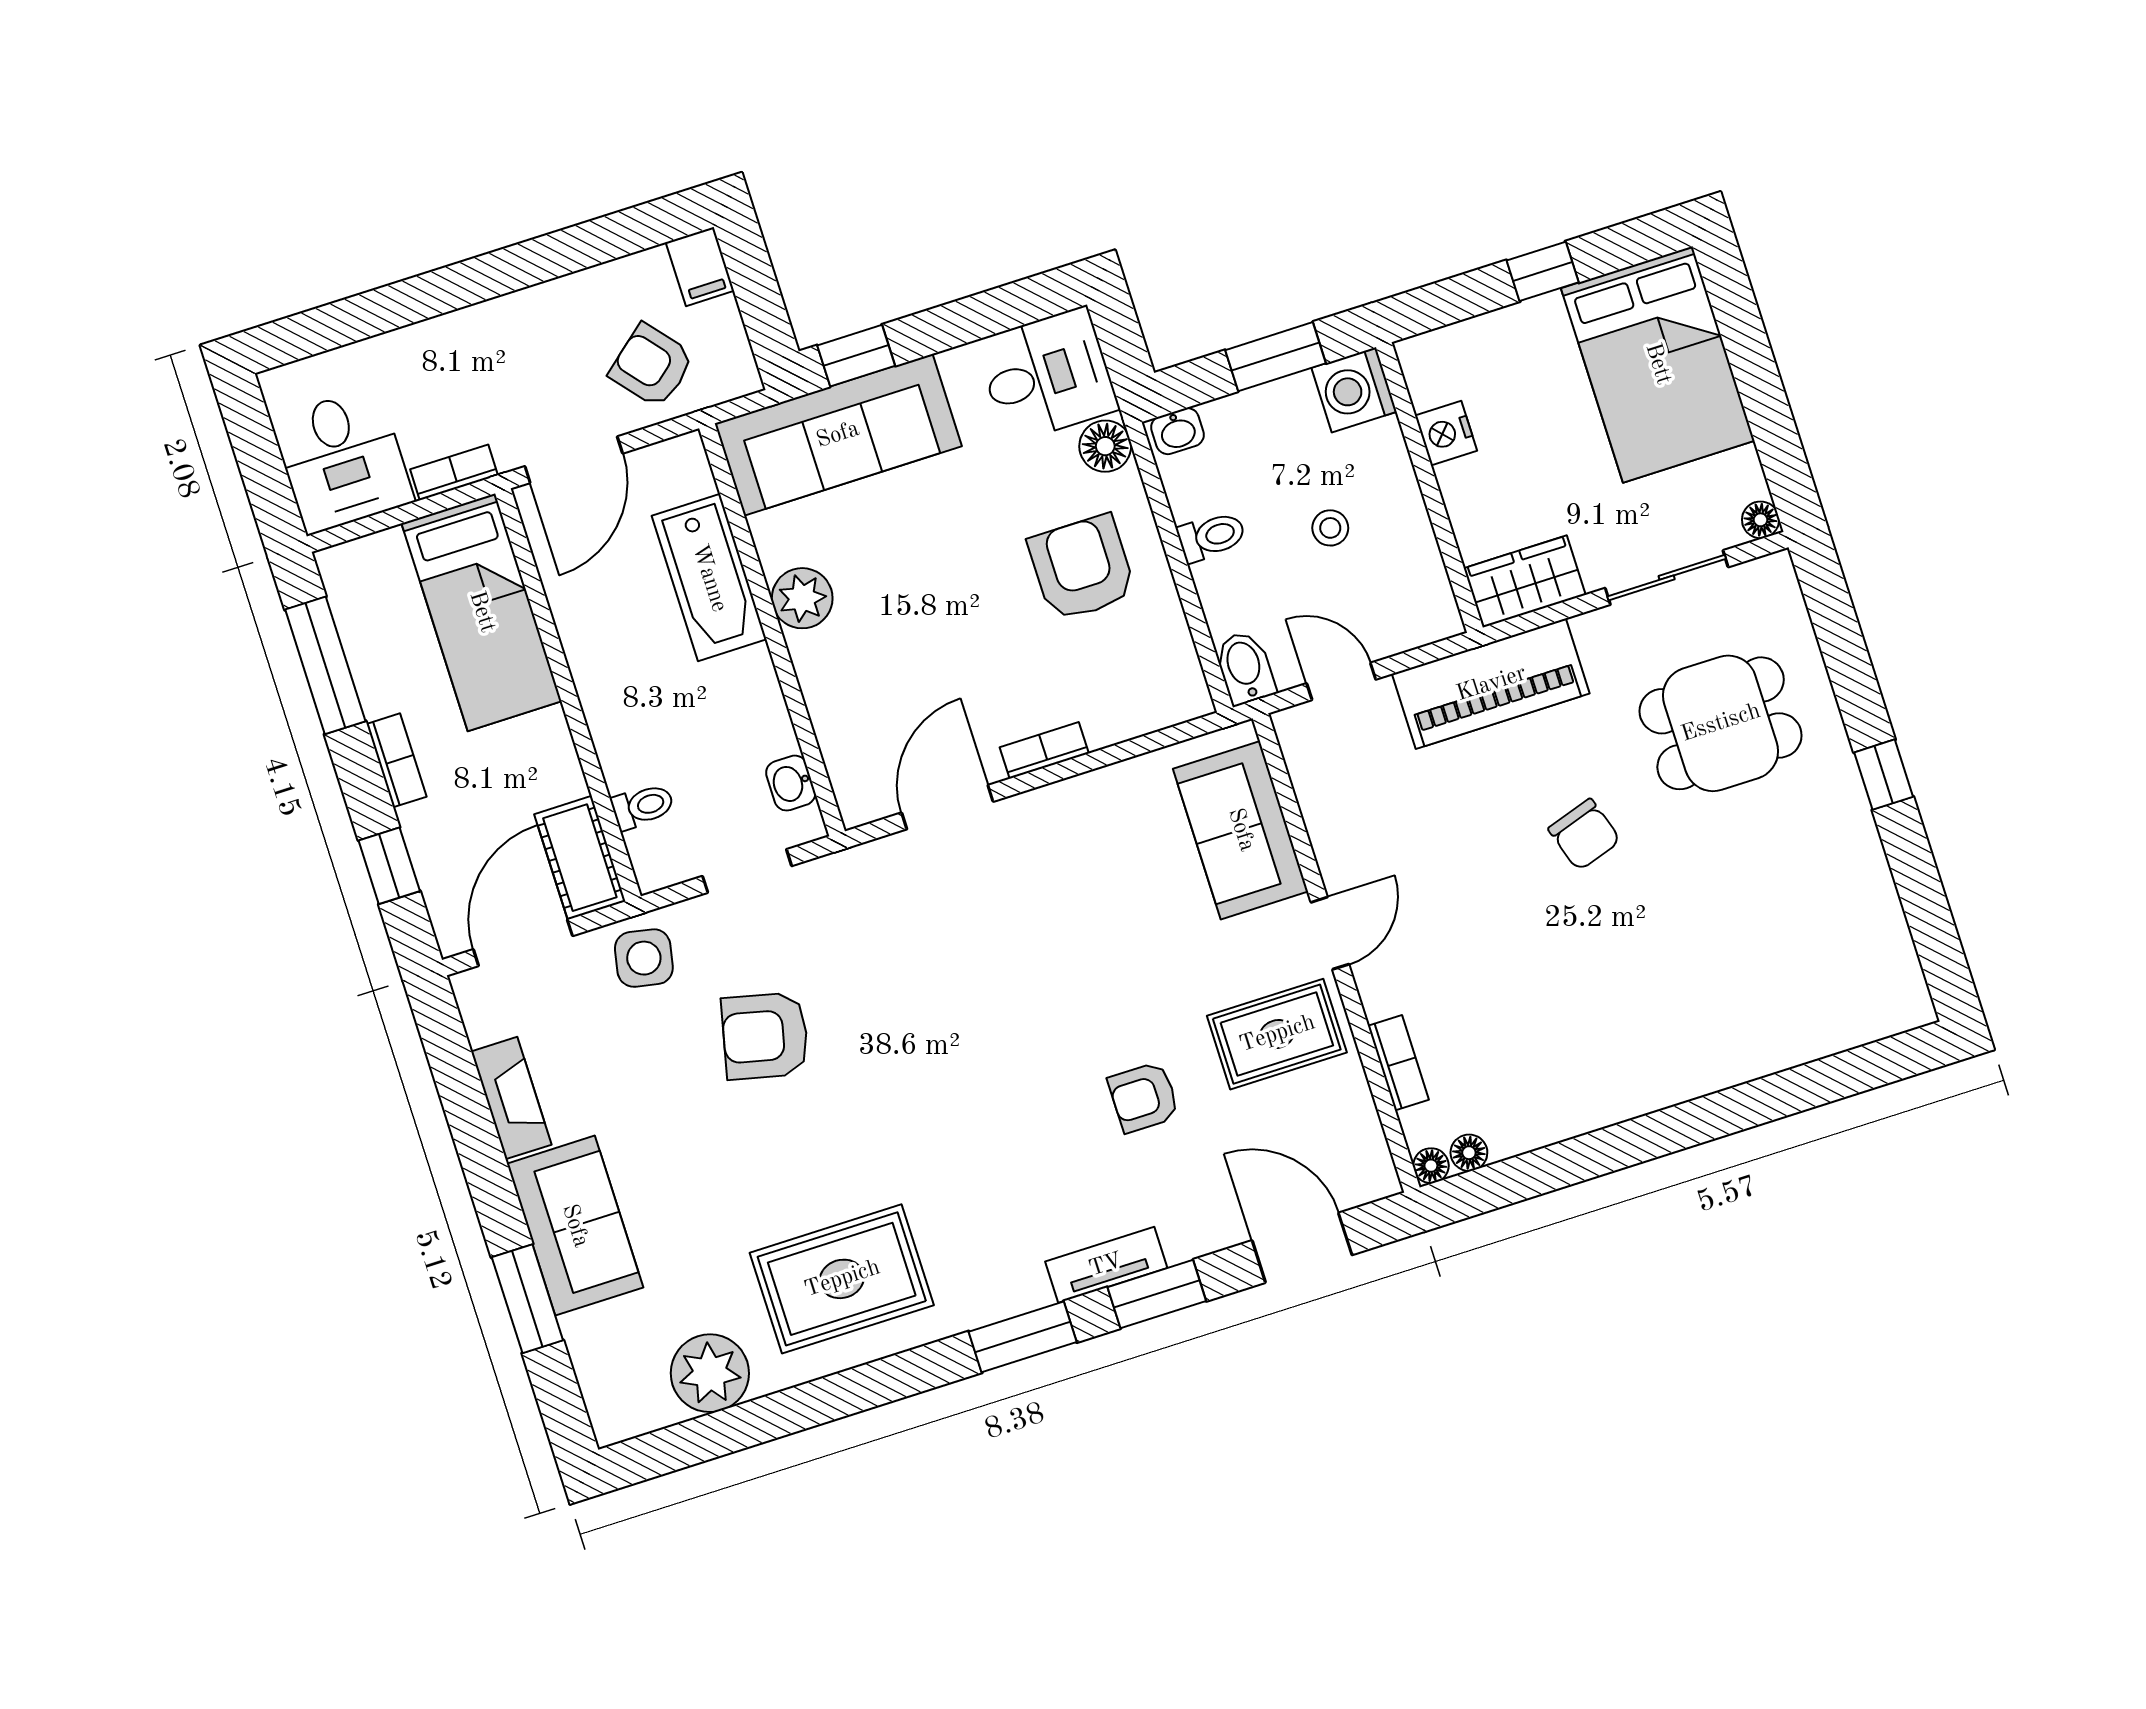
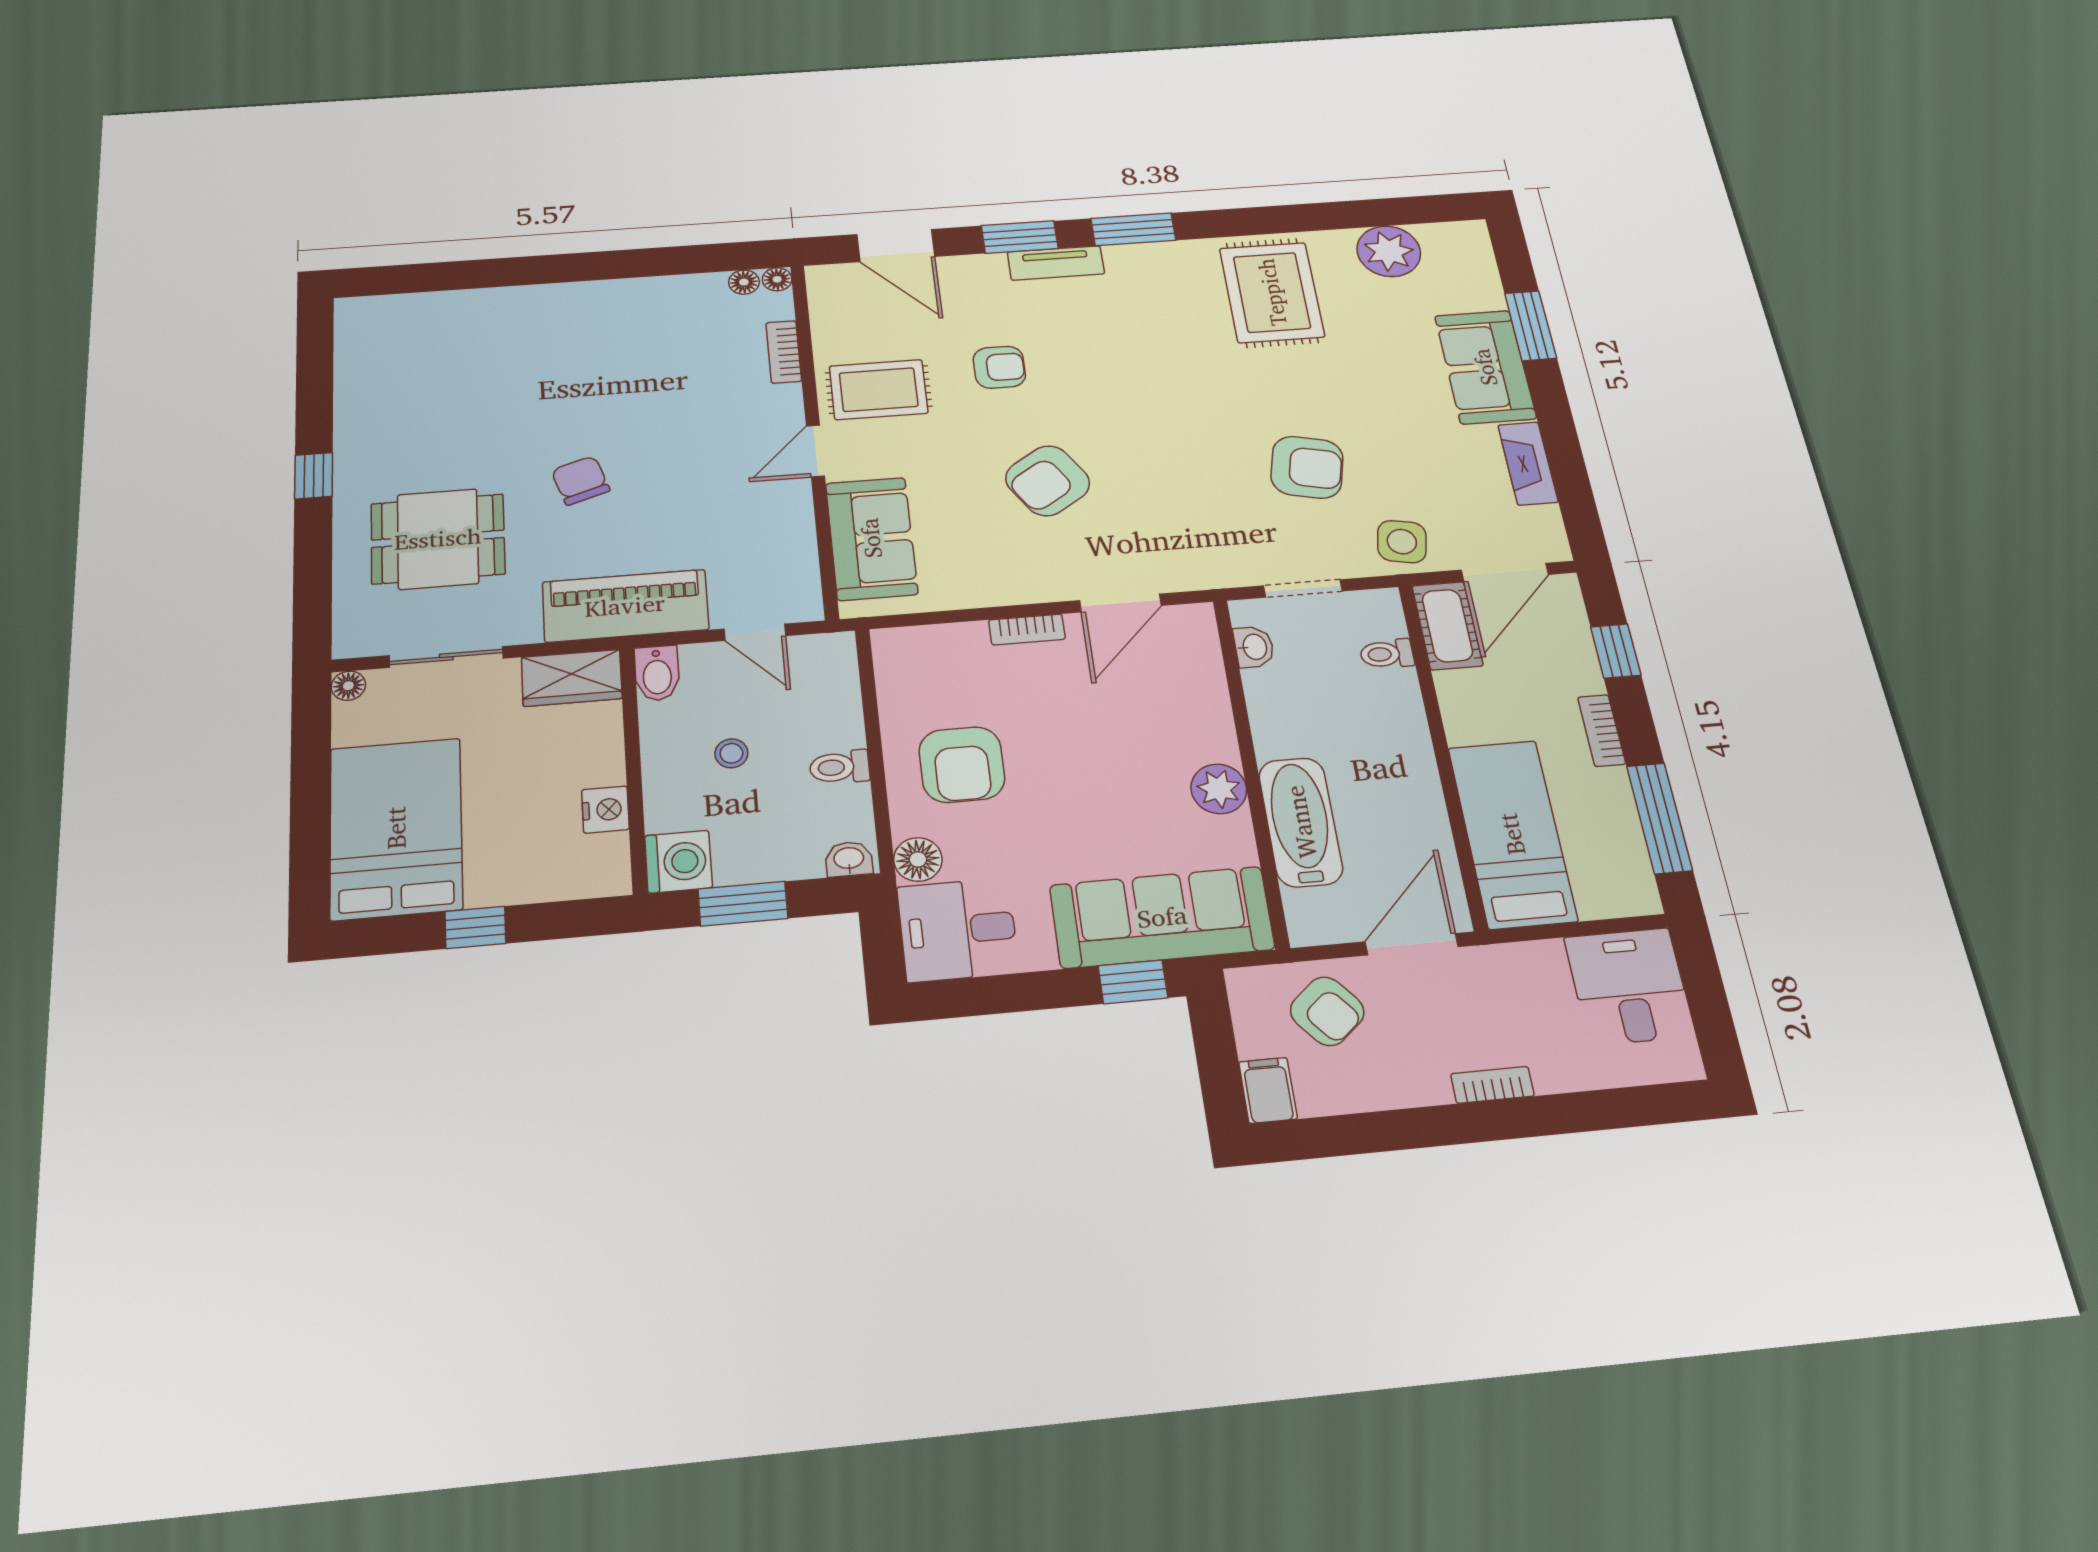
bookcase: (454, 472) -> (1492, 1085), moved, turned 180
bidet: (1245, 668) -> (657, 673), moved
armchair: (1058, 952) -> (1048, 481), added
rug: (842, 1279) -> (1272, 292), turned 90

